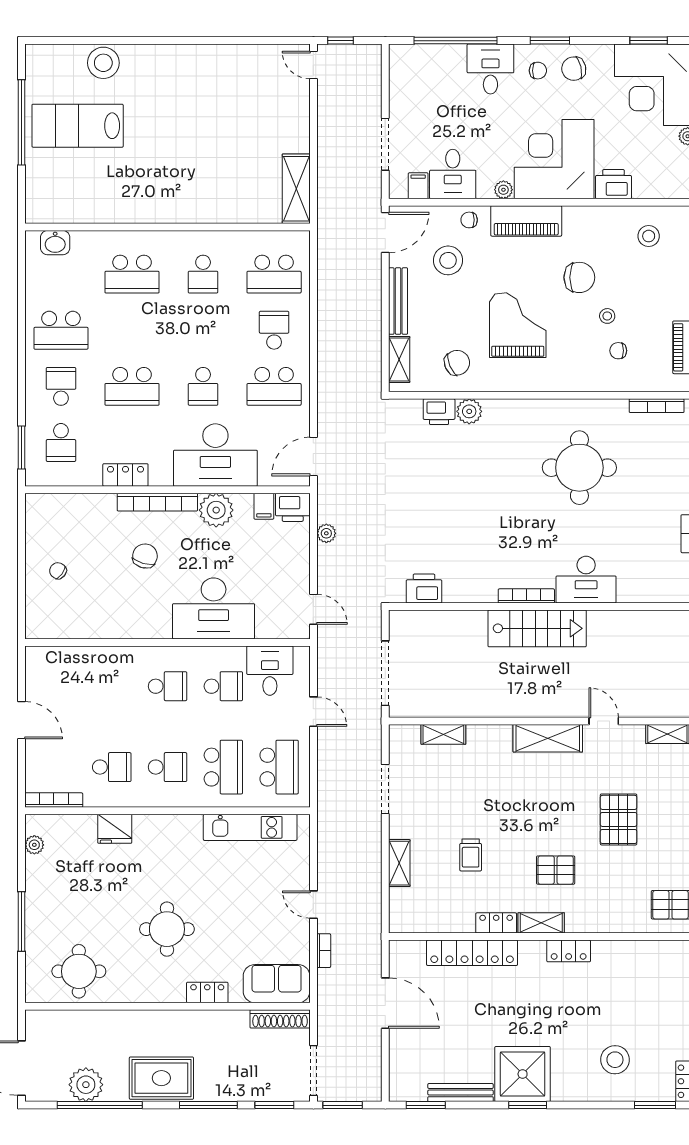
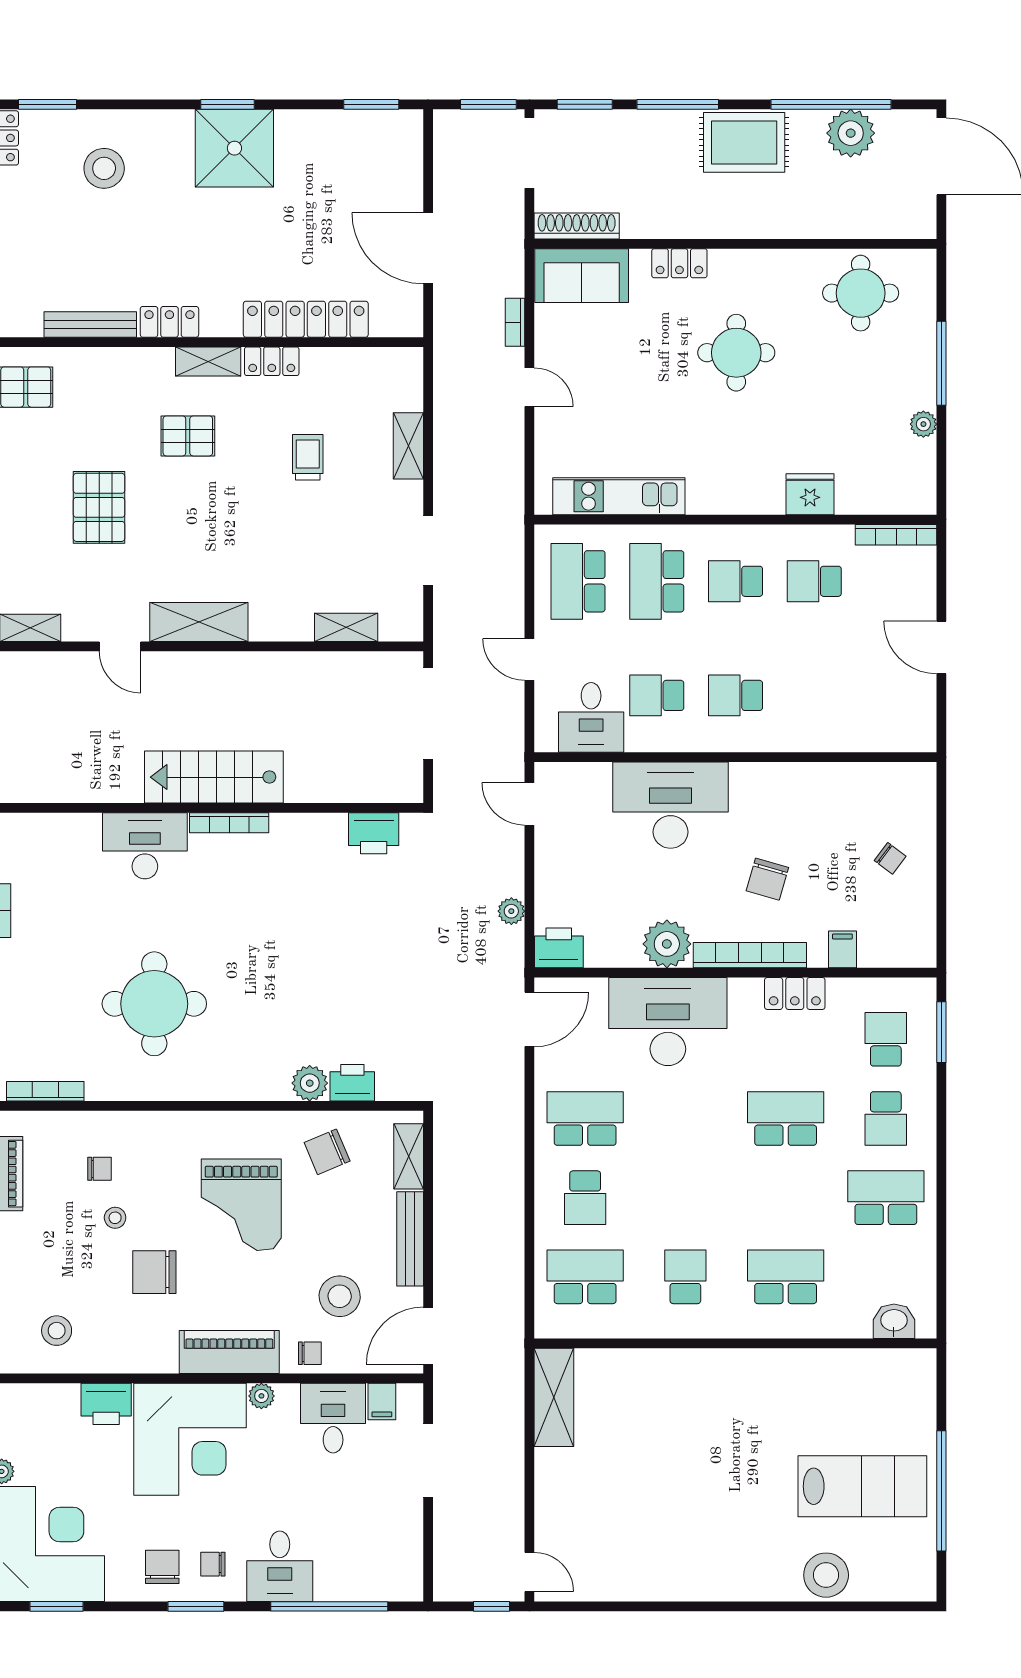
chair: (574, 69) -> (162, 1567), turned -77
school desk: (203, 386) -> (685, 1118), removed
filing cabinet: (264, 506) -> (842, 949), moved
plant: (34, 845) -> (923, 424), moved
bench: (461, 1093) -> (90, 324), moved

